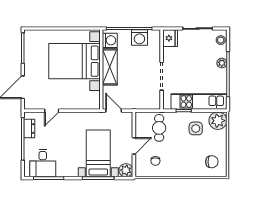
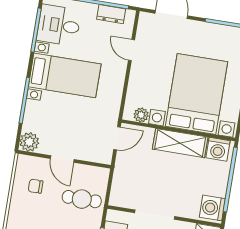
washing machine: (139, 38) -> (212, 208), moved
plant: (95, 97) -> (141, 115), added
bed with nightstands: (98, 153) -> (65, 75), moved

